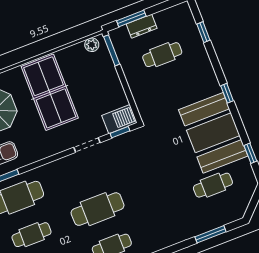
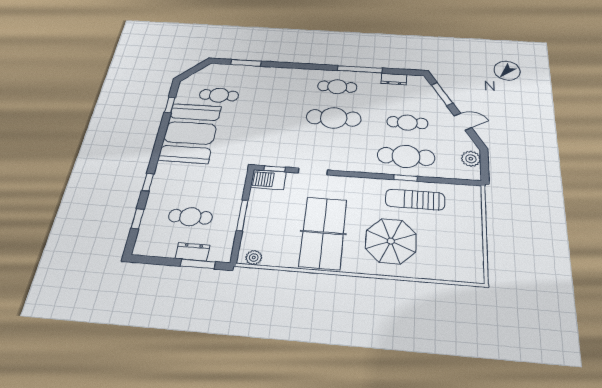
window: (112, 50) -> (242, 215), moved
window: (227, 93) -> (148, 182), moved

